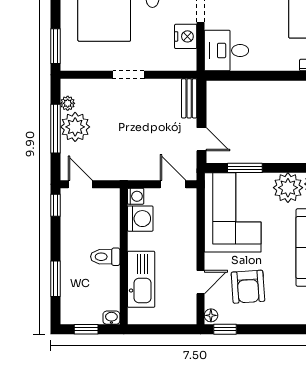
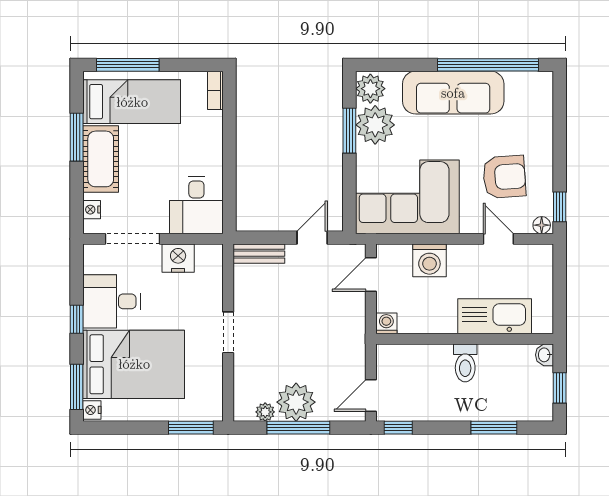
window: (245, 168) -> (349, 131), moved
washing machine: (140, 219) -> (429, 260), moved, turned 180

